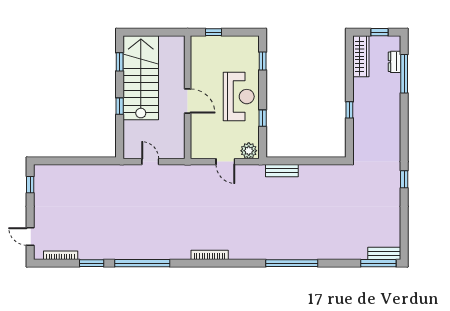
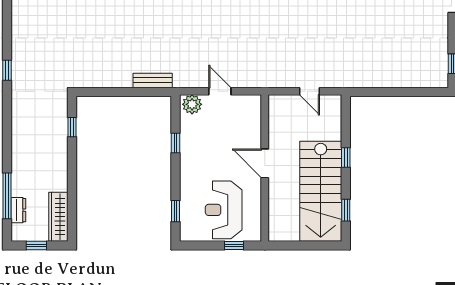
reception desk: (239, 97) -> (224, 210), moved
window: (349, 110) -> (72, 127), moved

